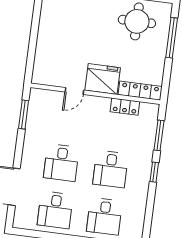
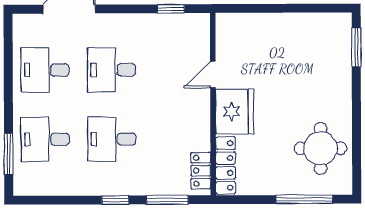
door: (74, 91) -> (213, 75), hinge flipped
locker: (125, 107) -> (201, 171), moved
window: (24, 114) -> (171, 9), width x0.67

